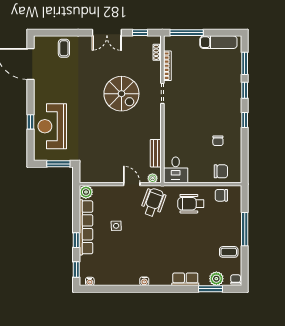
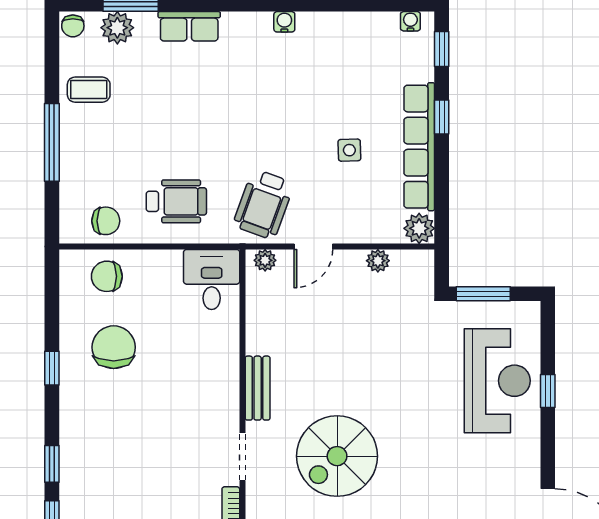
spiral stairs: (121, 94) -> (337, 456), turned -90
window: (245, 120) -> (52, 368), moved
chair: (218, 141) -> (114, 347), width x1.87, depth x1.87
bench: (156, 153) -> (258, 388), moved
plant: (104, 178) -> (378, 261), added
door: (132, 184) -> (313, 246), hinge flipped

